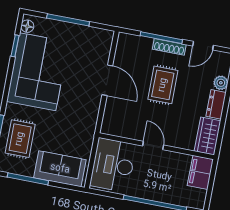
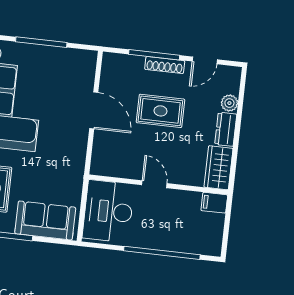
rug: (163, 85) -> (160, 111), turned 90
filing cabinet: (200, 172) -> (214, 203), width x0.50

